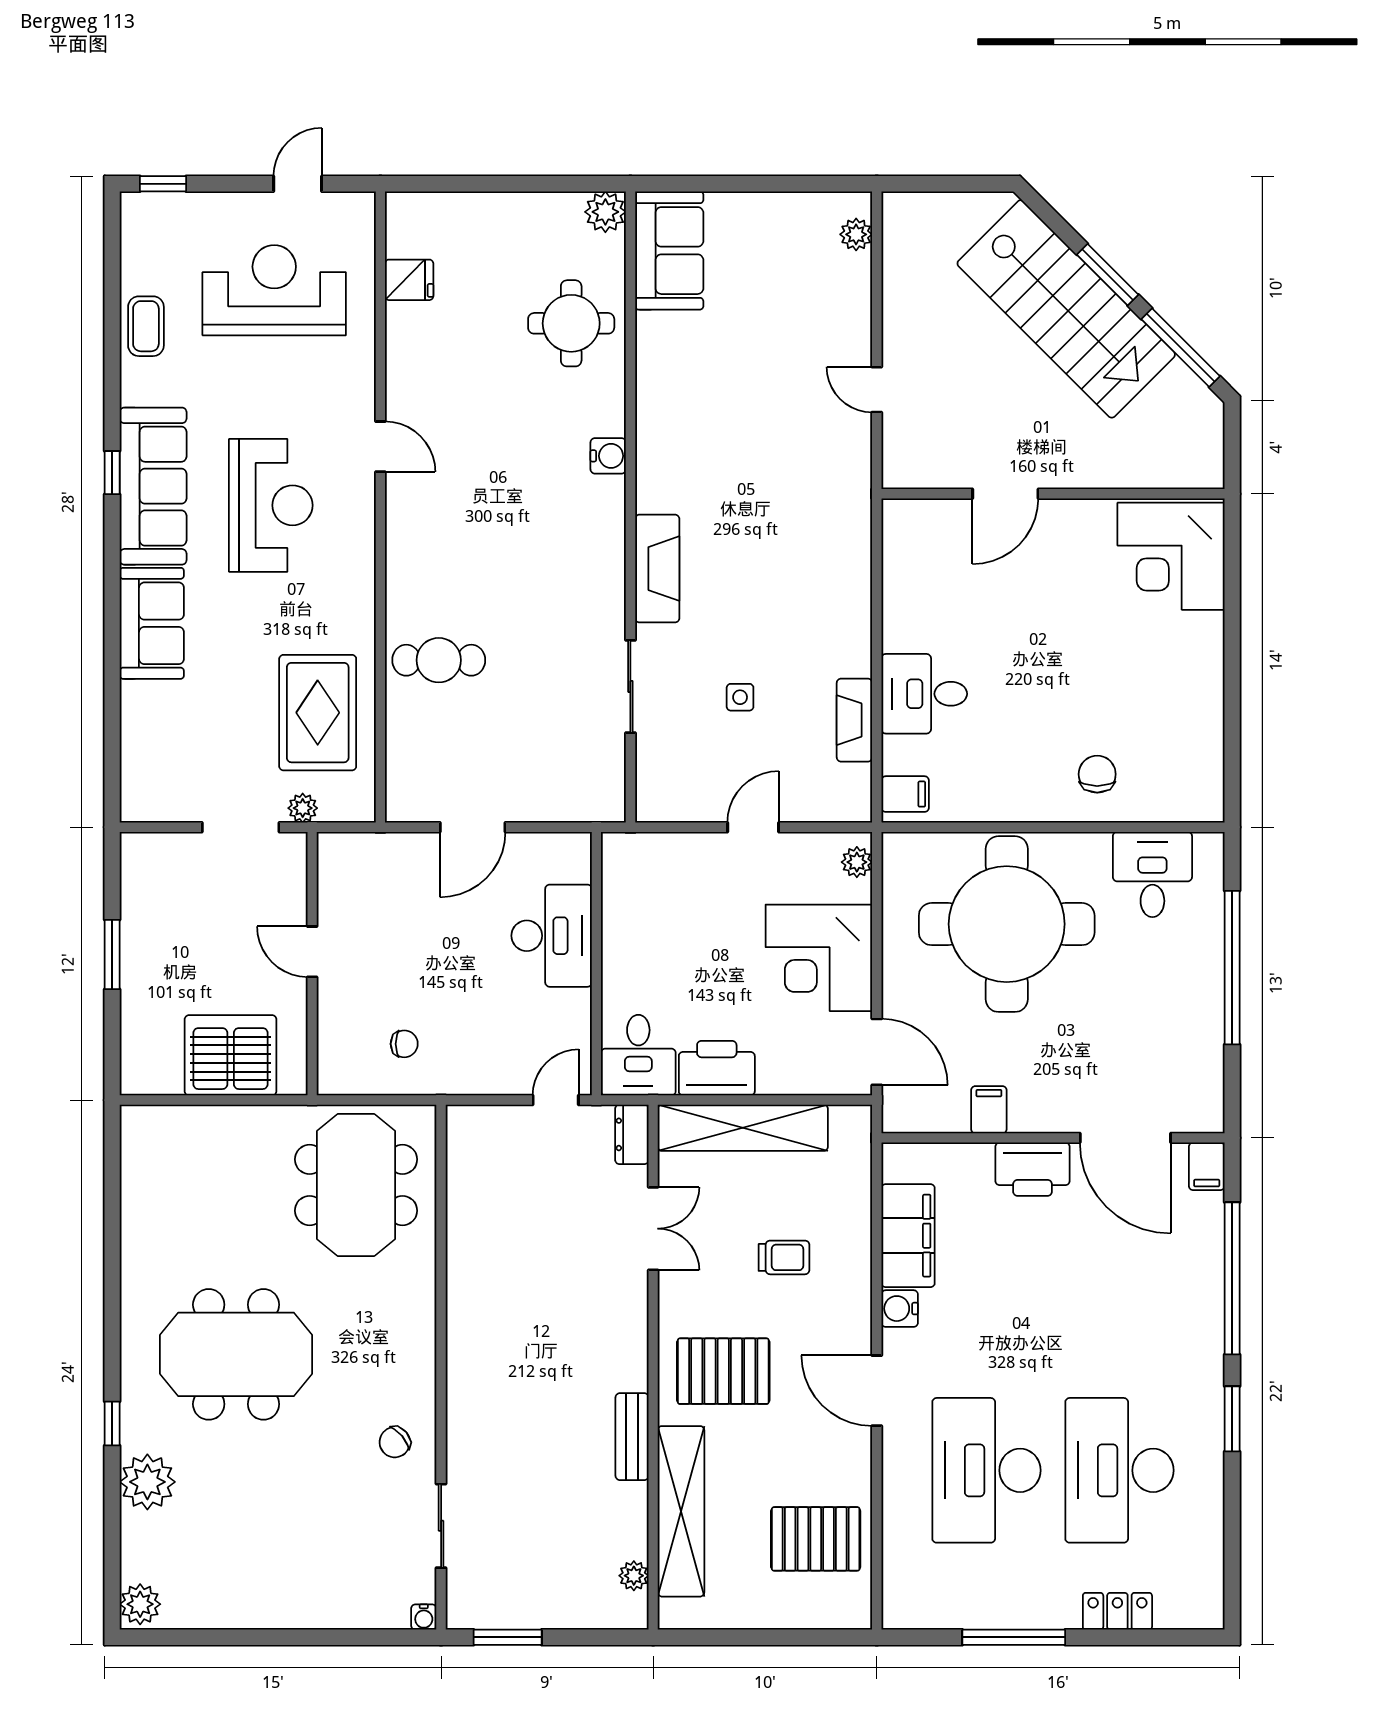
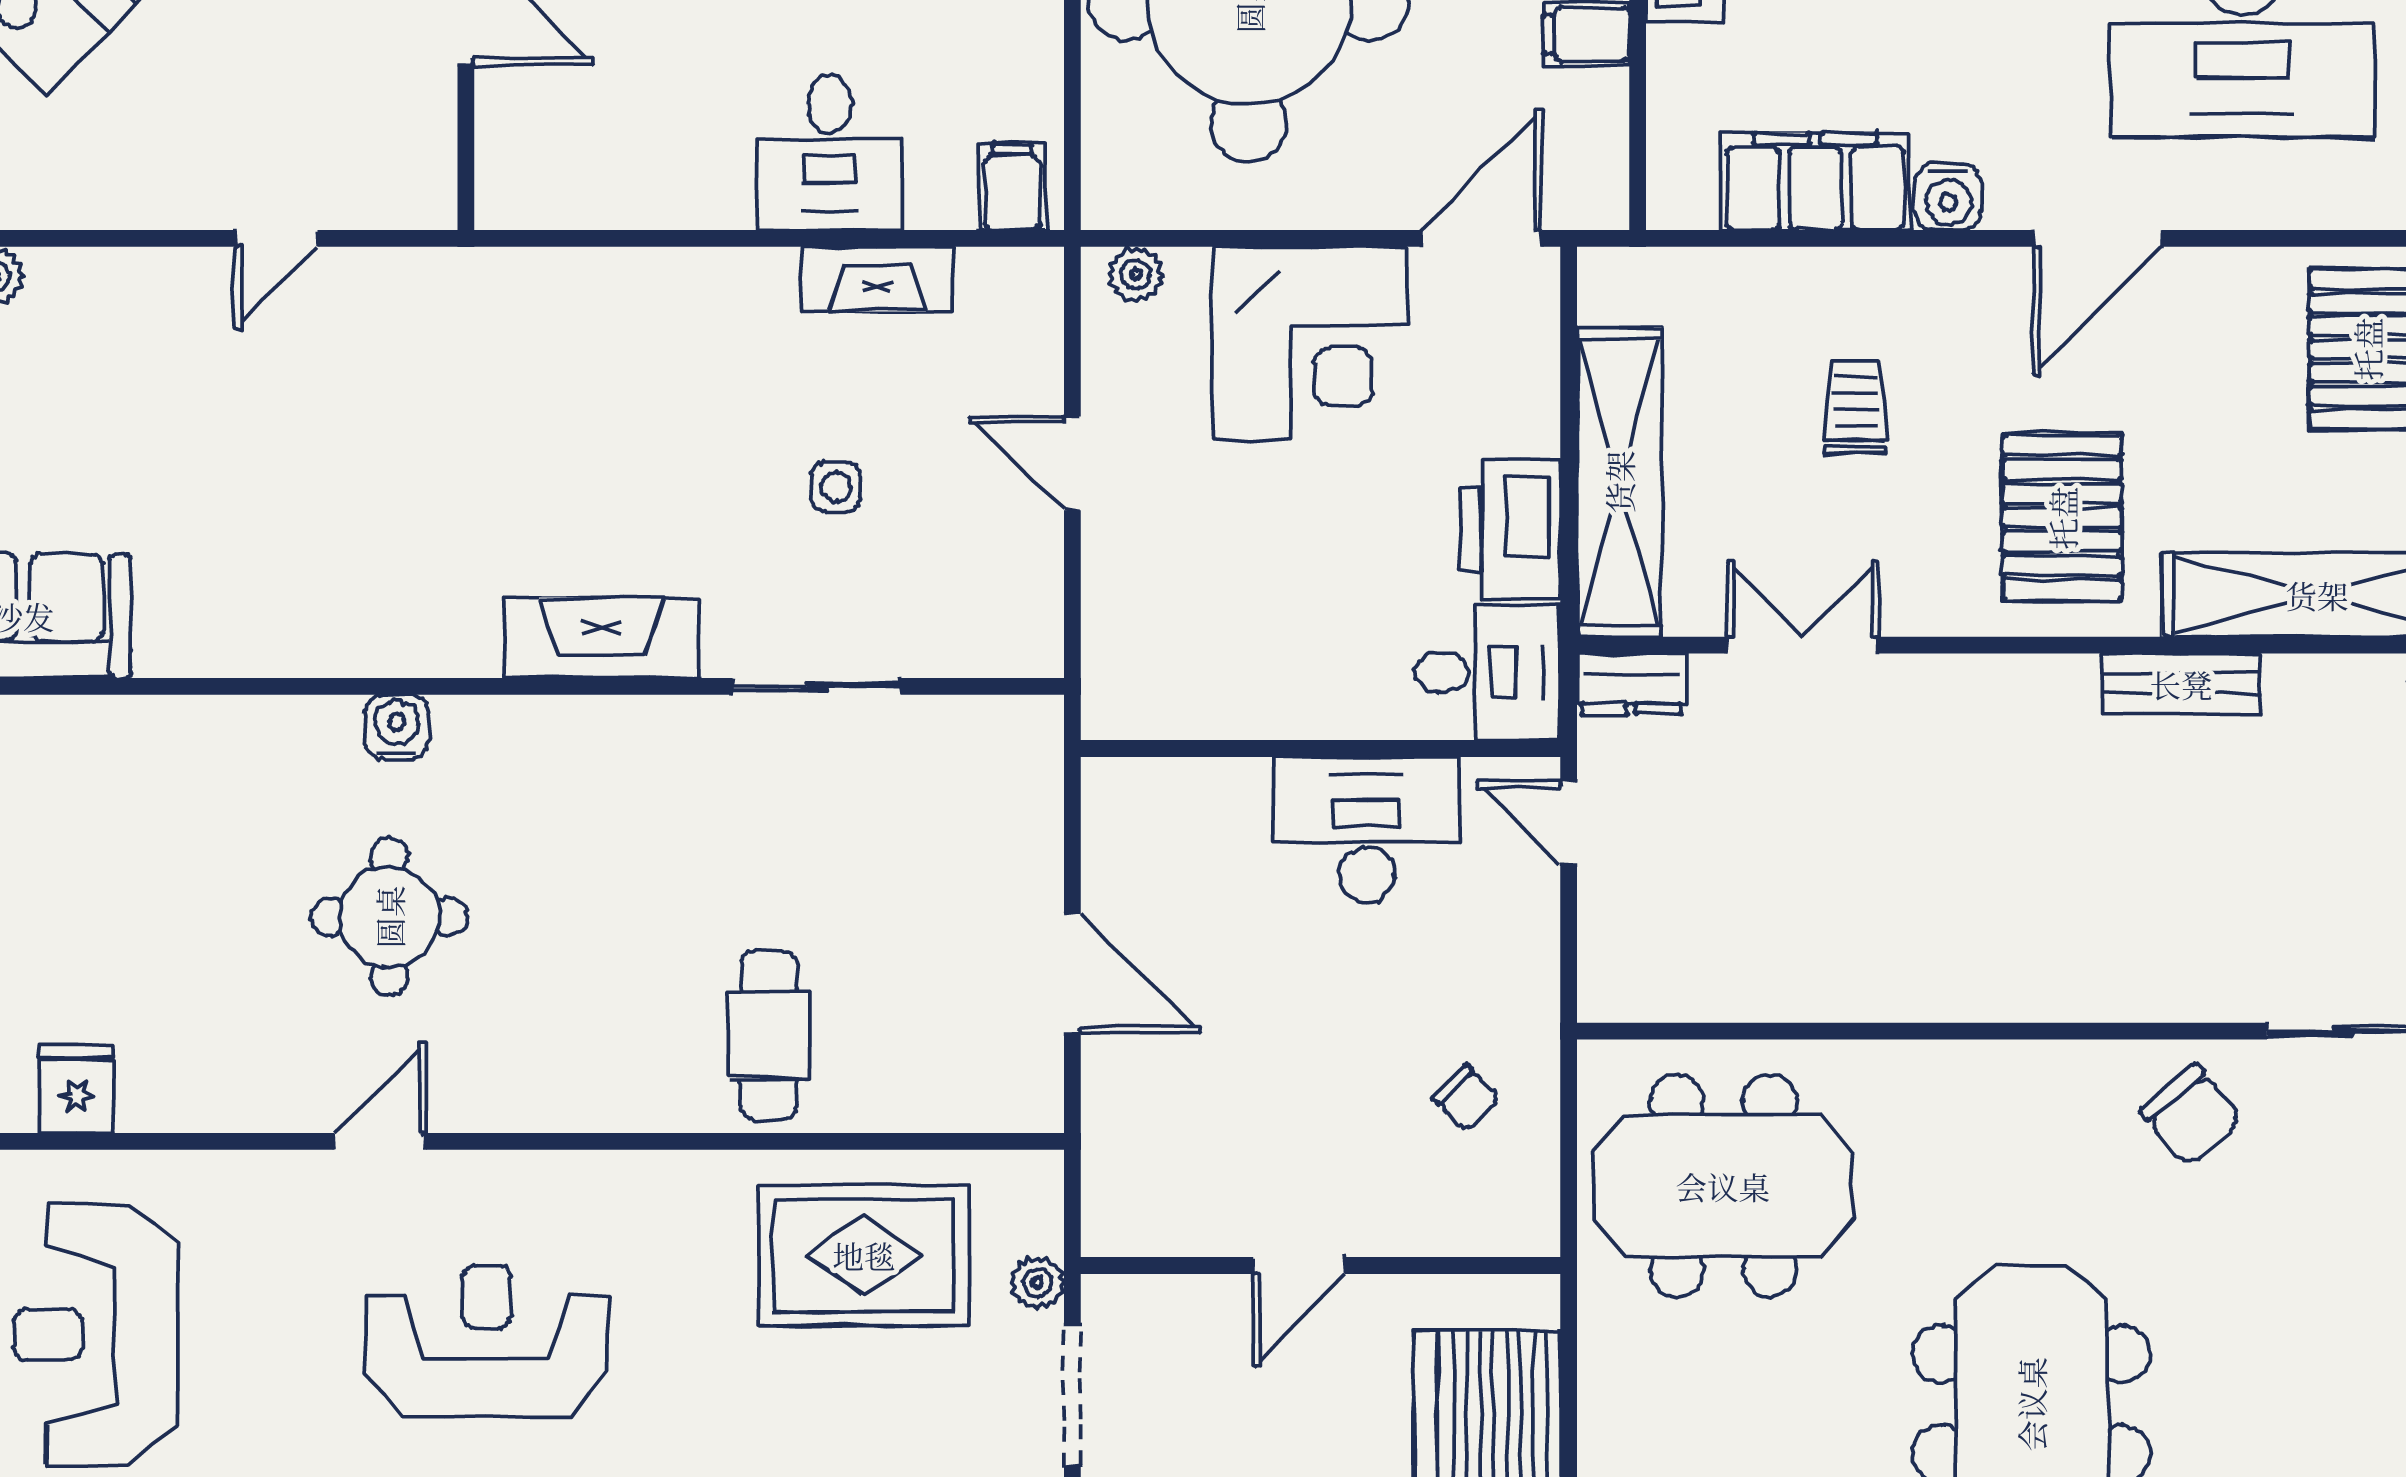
round table: (571, 323) -> (389, 917), moved
desk: (552, 936) -> (1367, 830), moved
chair: (404, 1044) -> (1466, 1098), turned 135
chair: (395, 1442) -> (2191, 1115), width x1.37, depth x1.37

